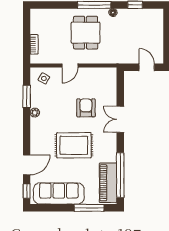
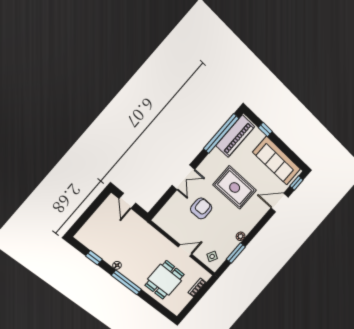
dining table: (86, 33) -> (165, 280), moved
armchair: (86, 108) -> (201, 208), turned 180
window: (89, 208) -> (265, 130), width x0.46

